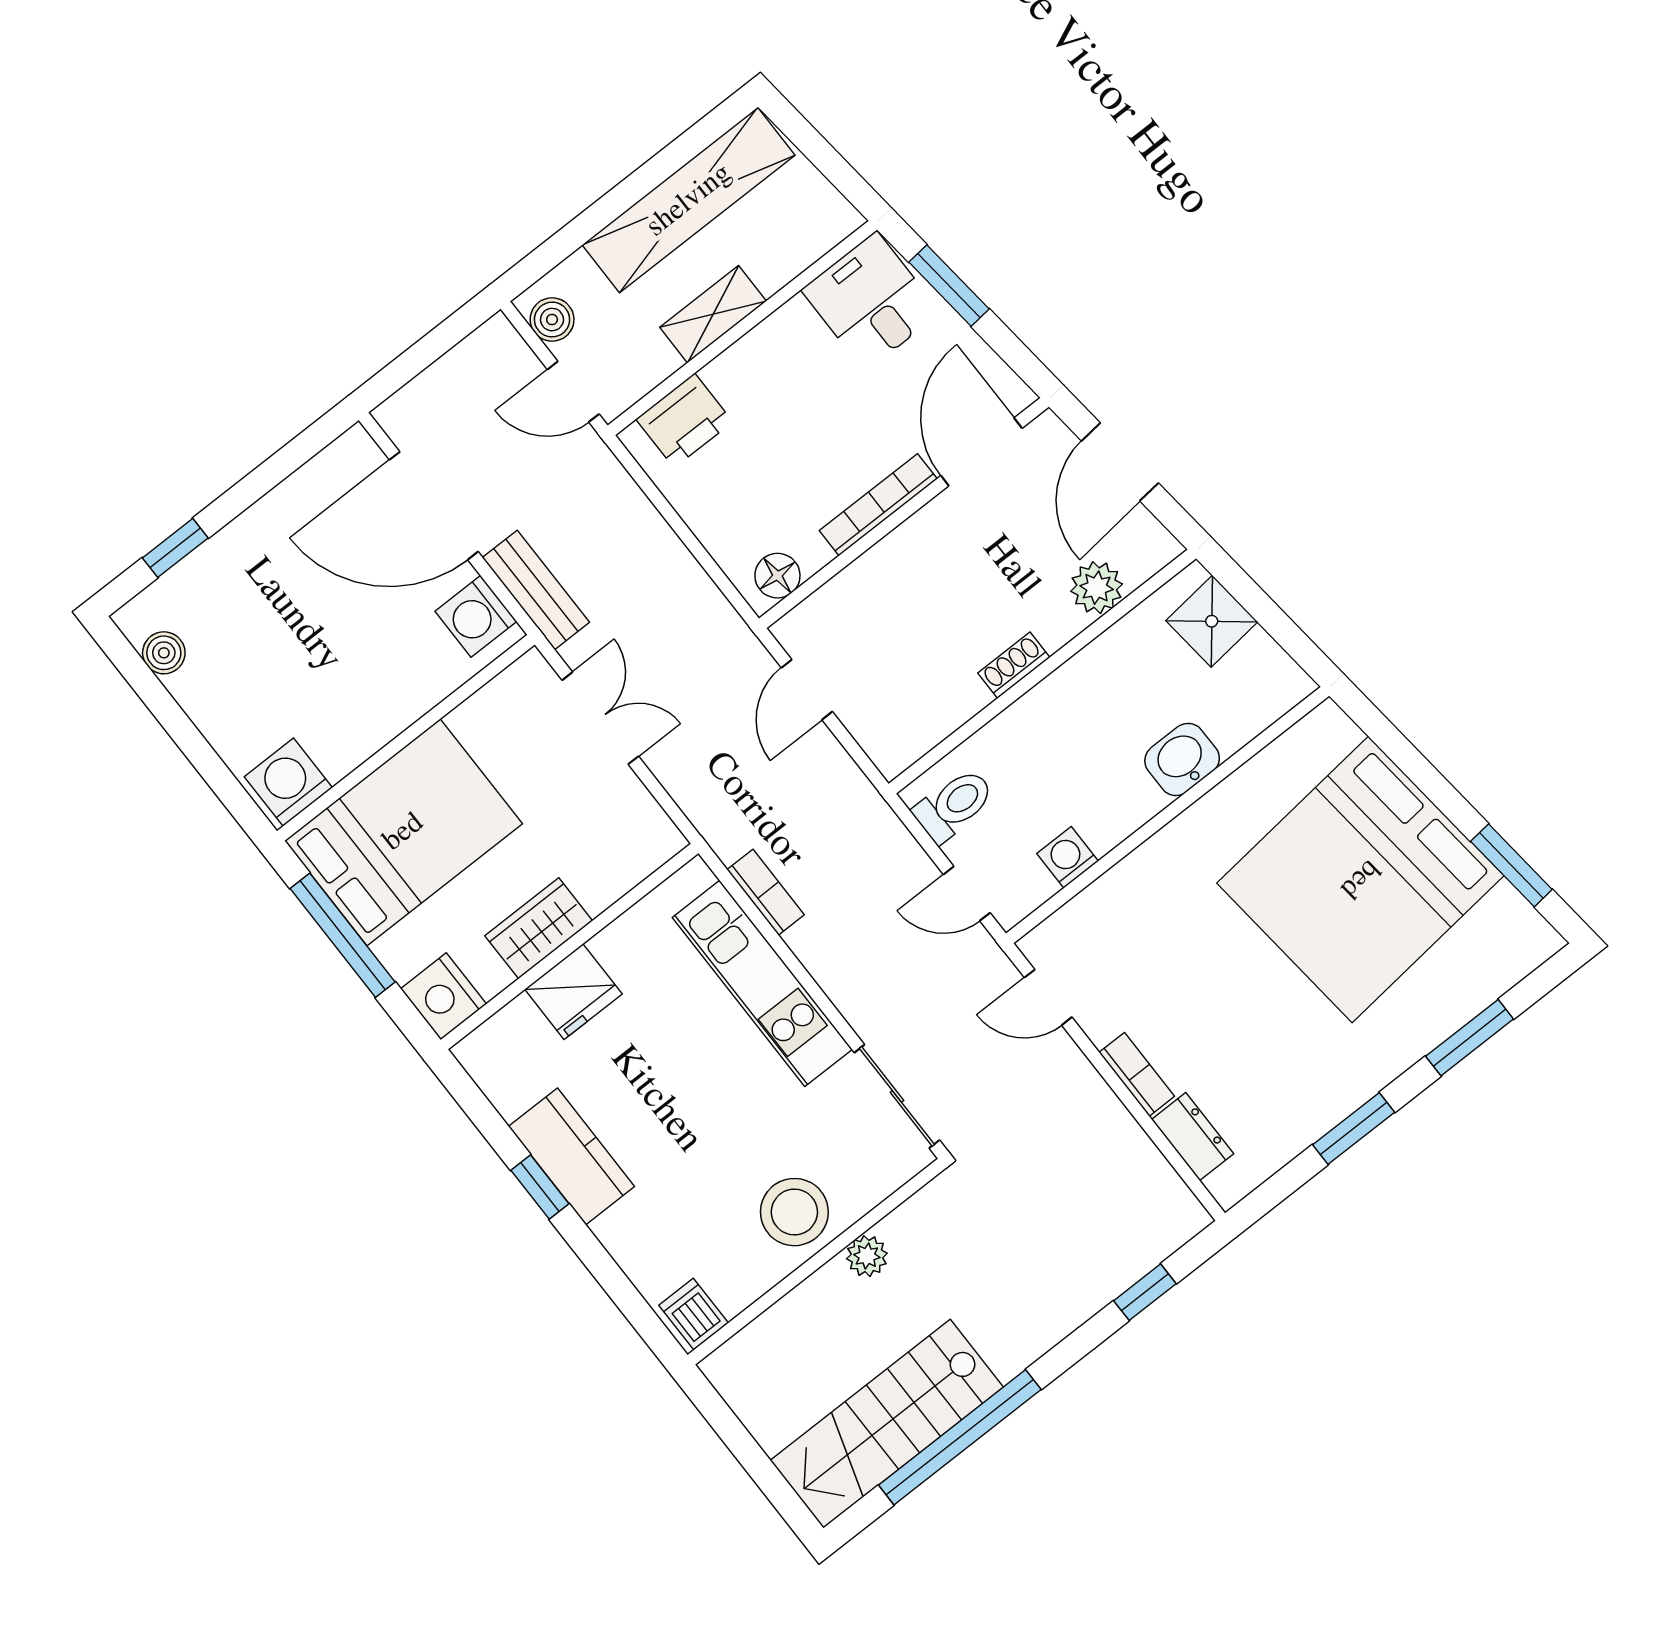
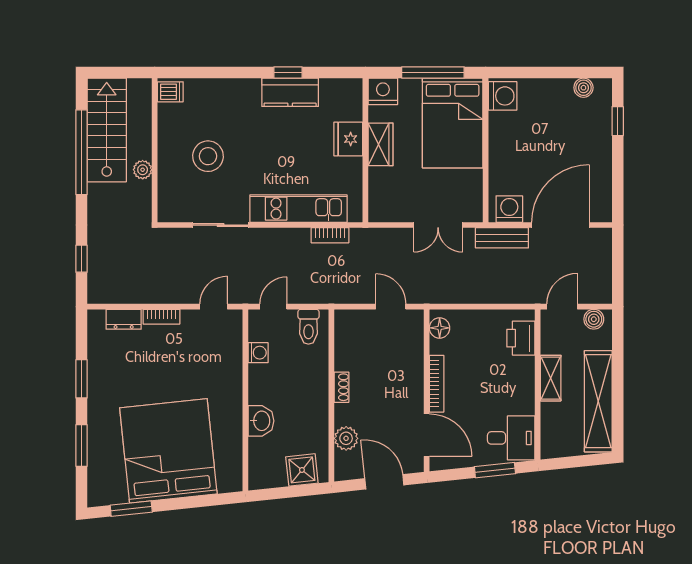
plant: (867, 1256) -> (143, 170), moved
wall: (817, 1262) -> (155, 150), moved
dishwasher: (694, 1314) -> (170, 92), moved

